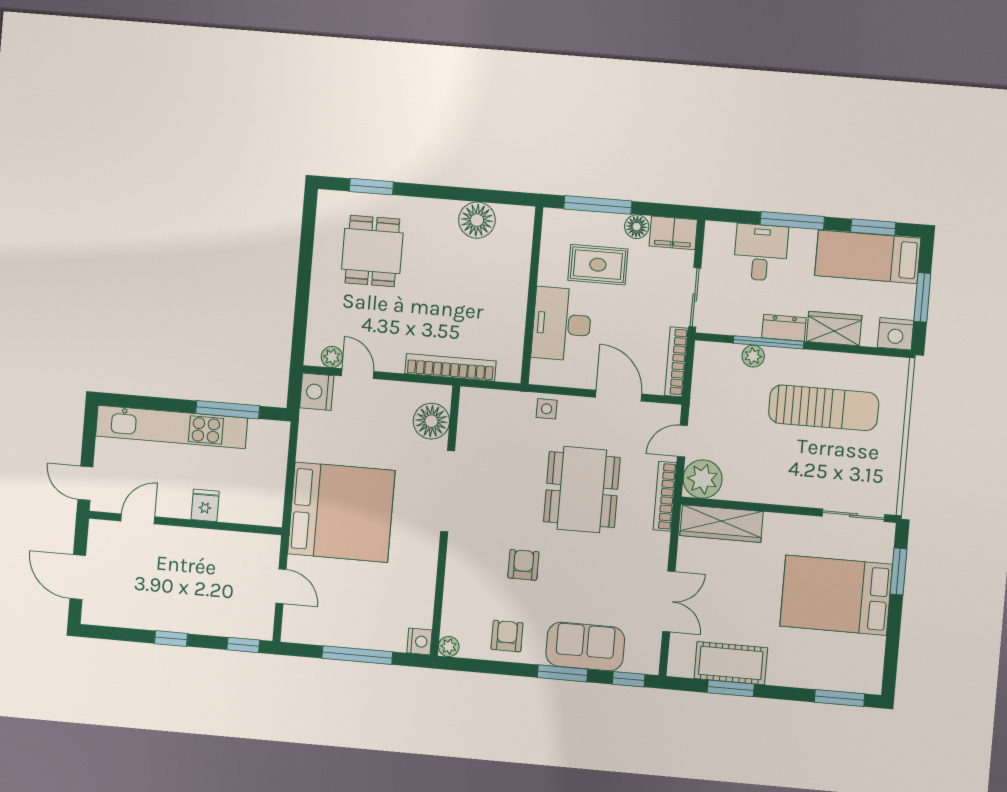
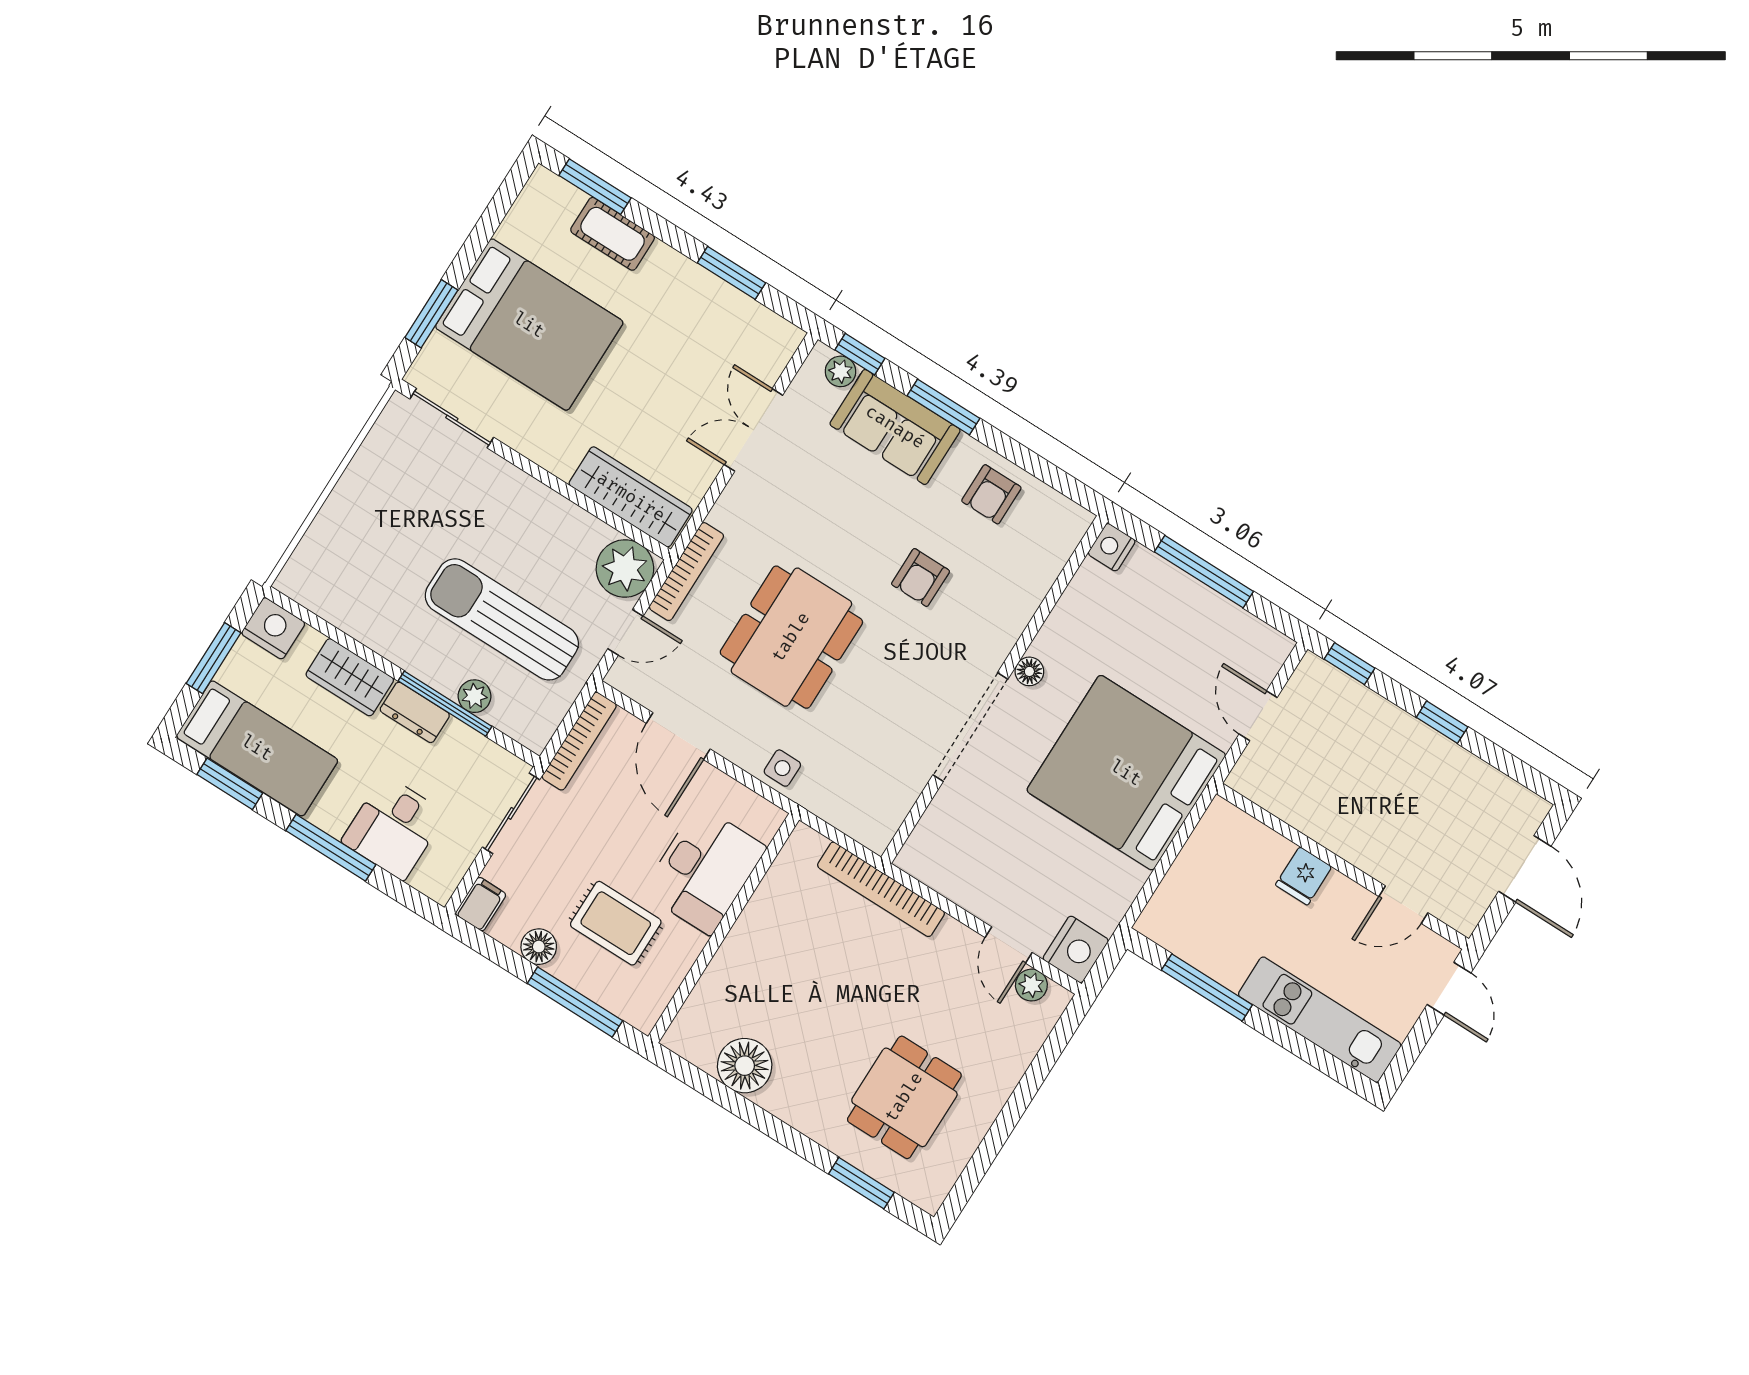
filing cabinet: (673, 233) -> (481, 904), width x0.50
sun lounger: (824, 408) -> (502, 619), moved
floor lamp: (431, 421) -> (1029, 671), moved, width x0.53, depth x0.53
kitchen unit: (171, 427) -> (1320, 1020), width x0.73
plant: (449, 646) -> (840, 371), moved
cot: (731, 663) -> (613, 234), moved, width x0.73, depth x0.75

